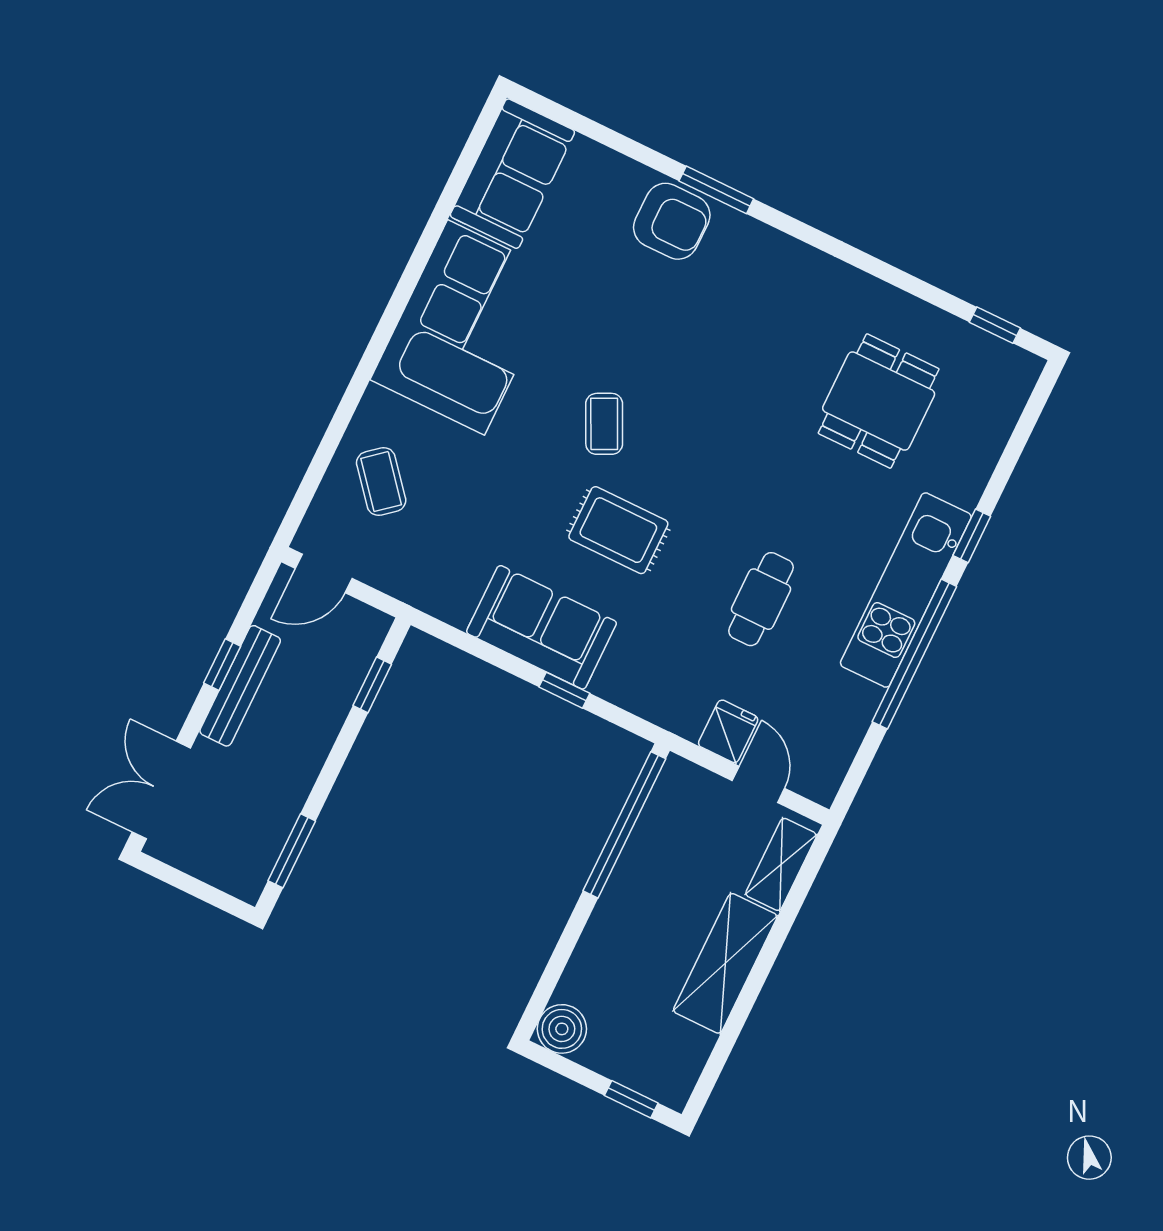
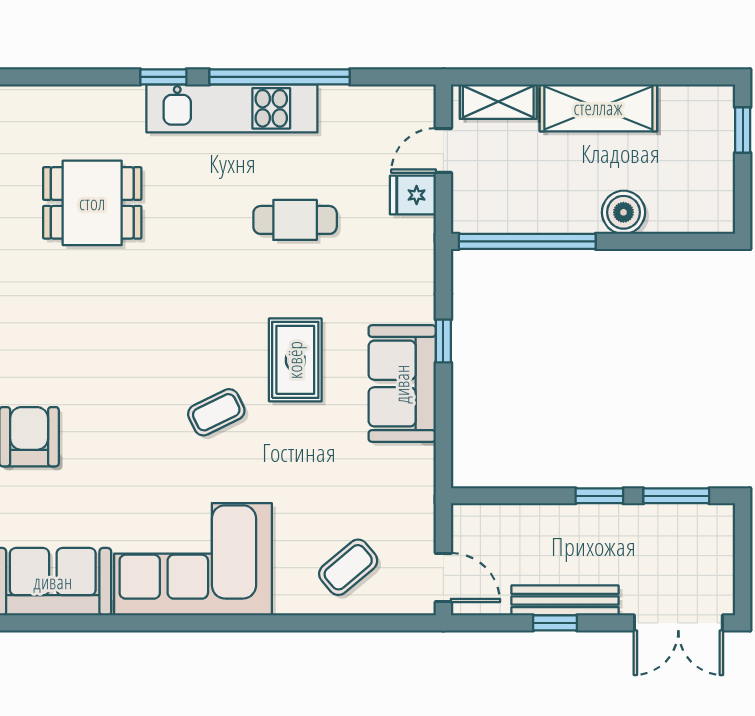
window: (372, 685) -> (599, 496), moved
boiler: (562, 1029) -> (623, 212), moved

